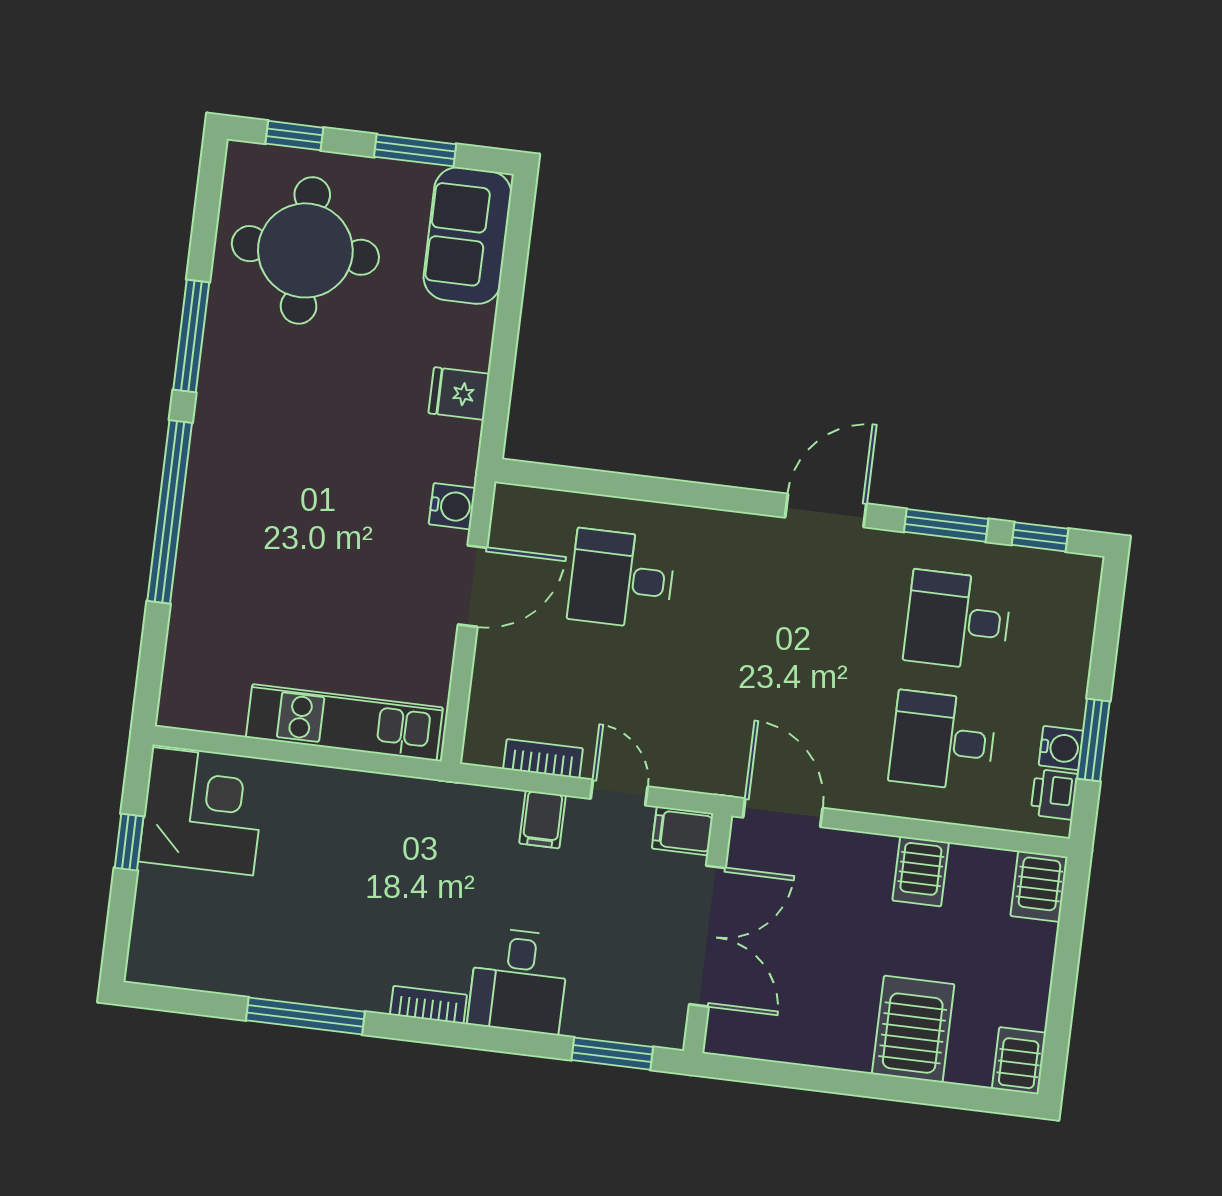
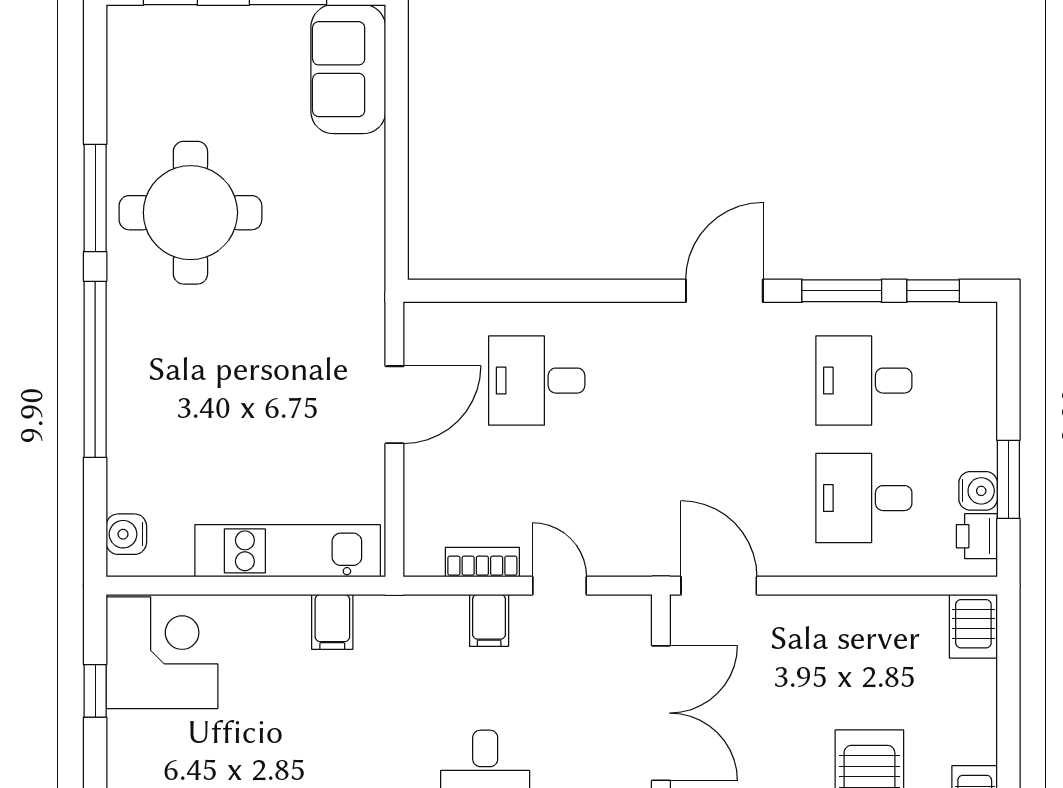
round table: (305, 250) -> (190, 213), moved
fridge: (459, 394) -> (359, 222), removed
water cooler: (452, 506) -> (126, 534), moved, turned 180
filing cabinet: (683, 831) -> (332, 622), moved, turned -90
server rack: (921, 871) -> (858, 626), removed

